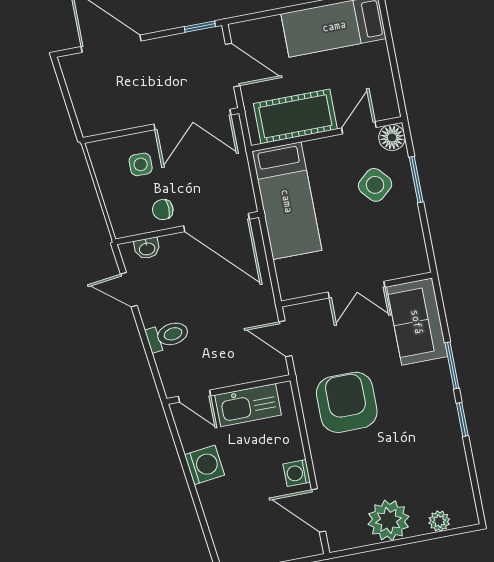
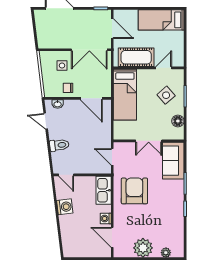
floor lamp: (392, 137) -> (178, 121), moved
door: (217, 222) -> (91, 98), width x0.73
kitchen sink: (248, 405) -> (104, 190), moved, turned 90

